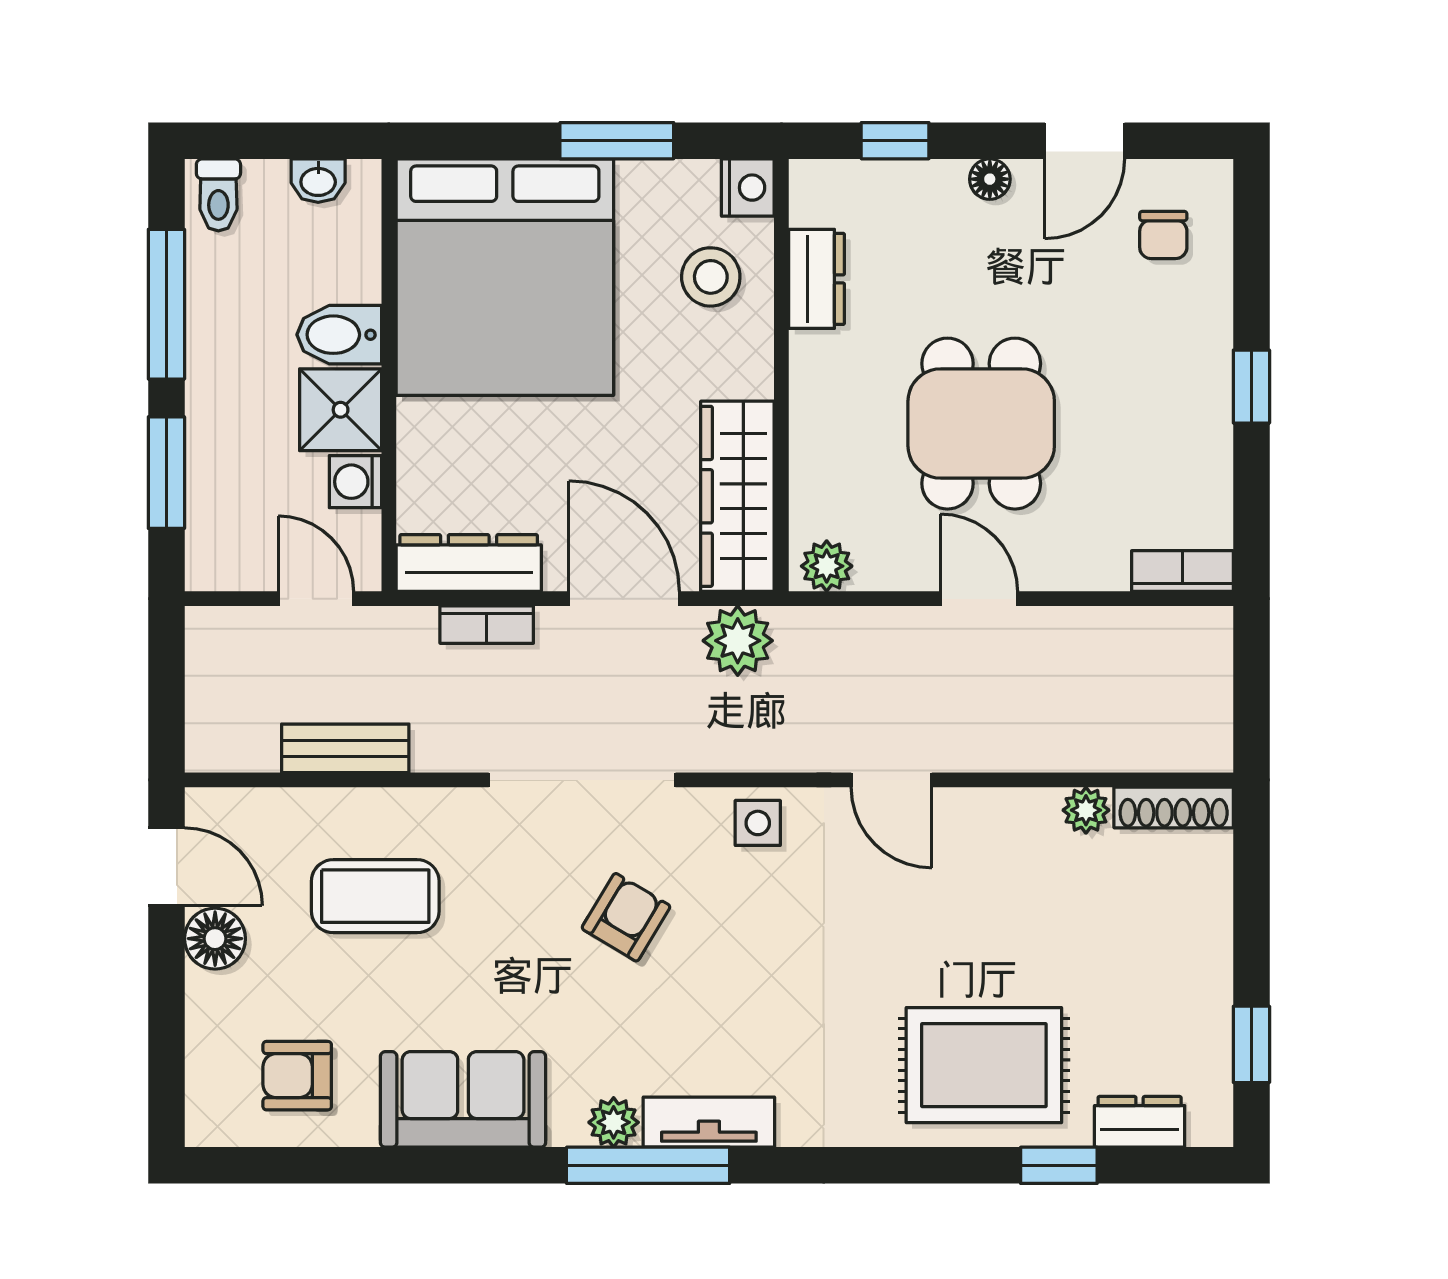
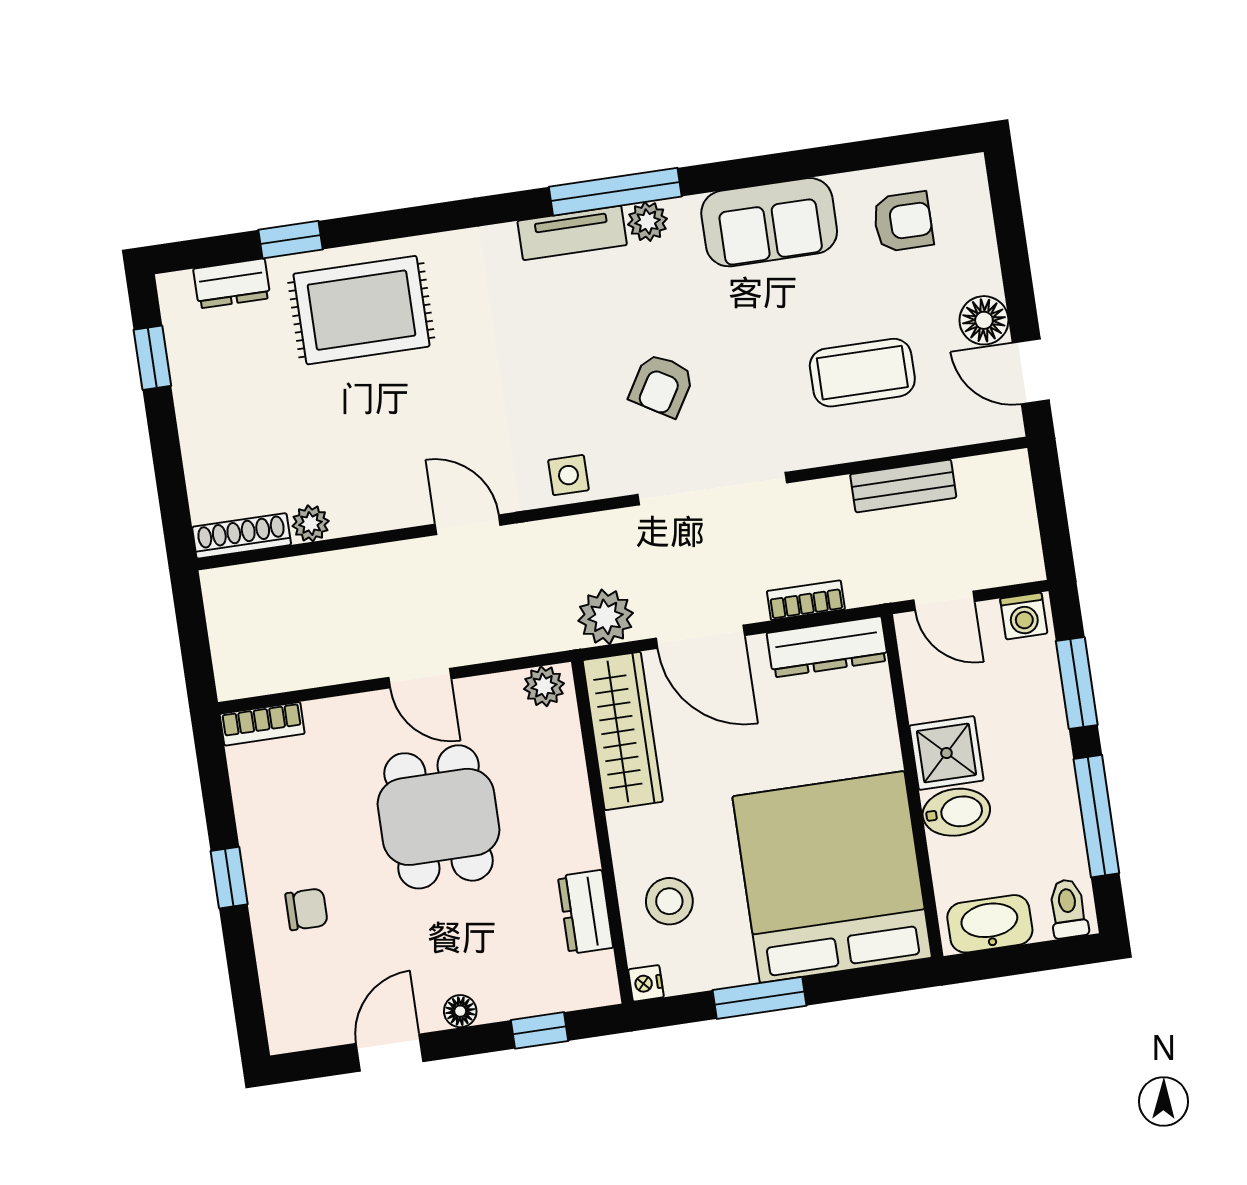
washbasin: (318, 181) -> (990, 924), width x1.91, depth x1.45
nightstand: (748, 188) -> (646, 983), width x0.72, depth x0.74
chair: (1163, 235) -> (306, 909), moved, turned 90
washing machine: (355, 482) -> (1024, 616), moved, turned 90

